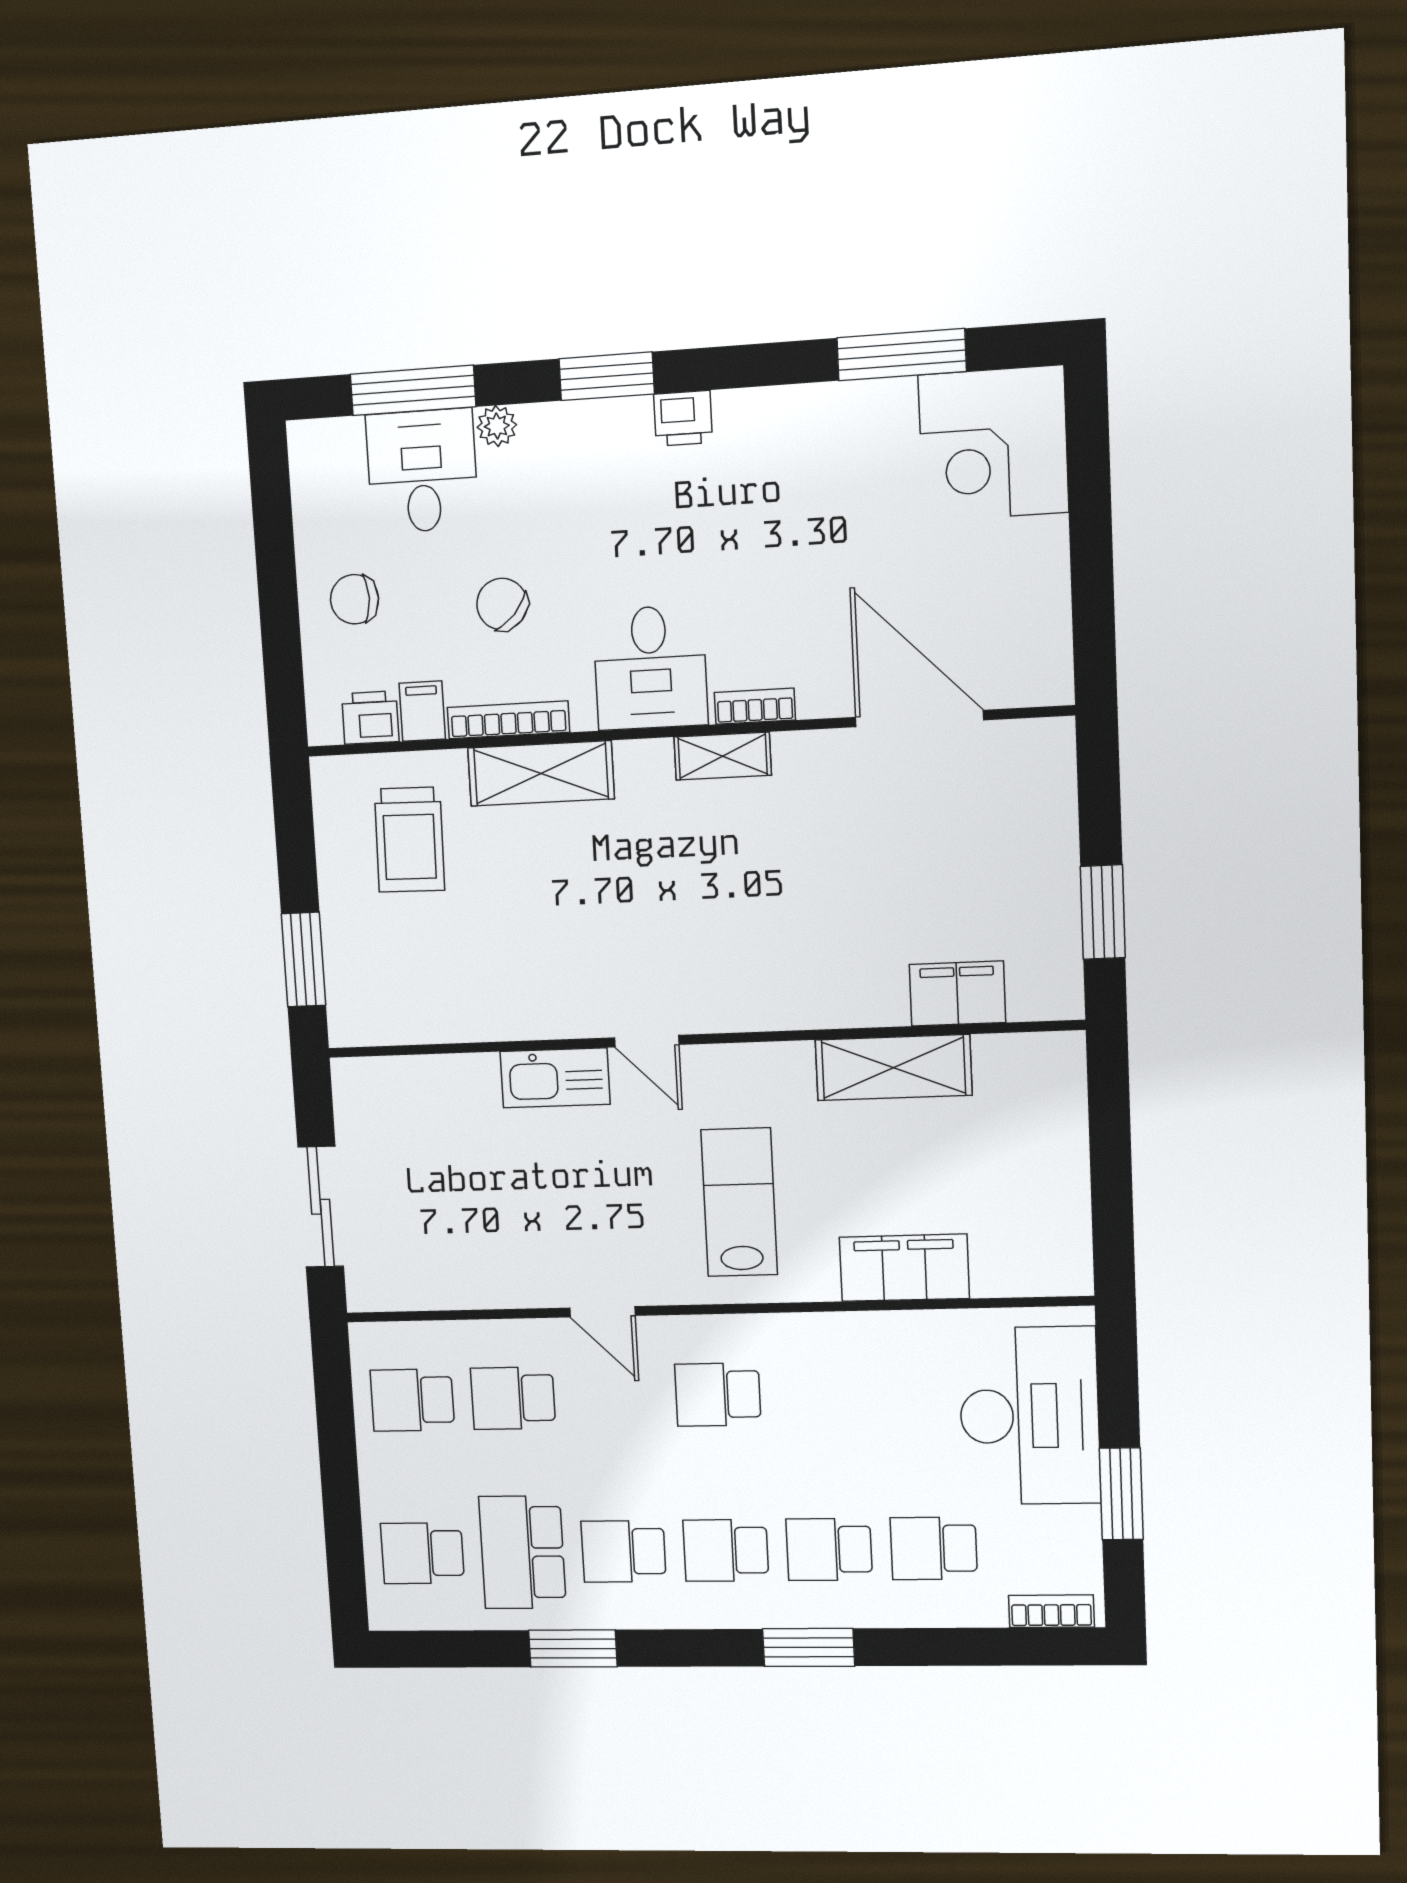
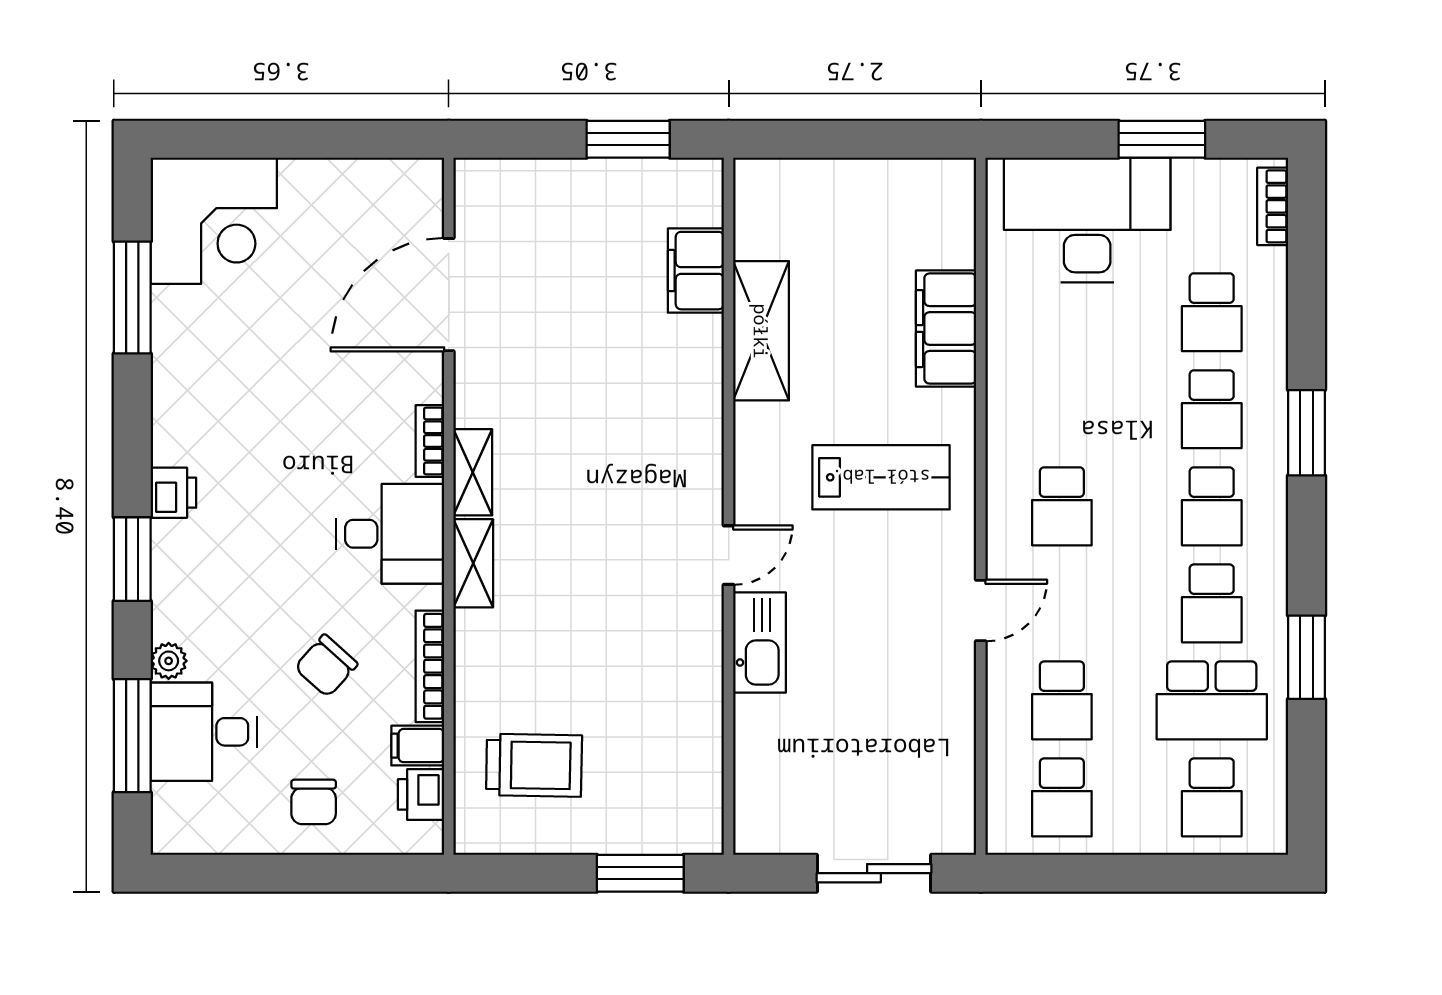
shelving: (541, 773) -> (473, 563), moved, width x0.67, depth x0.75
lab bench: (739, 1202) -> (881, 477), turned 180

